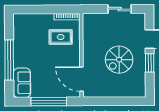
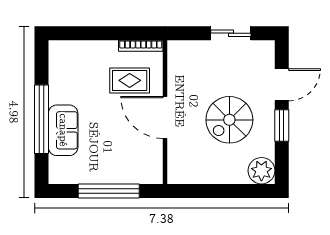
door: (81, 79) -> (165, 117), moved
sofa: (22, 83) -> (63, 130), moved
plant: (138, 89) -> (261, 171), added

